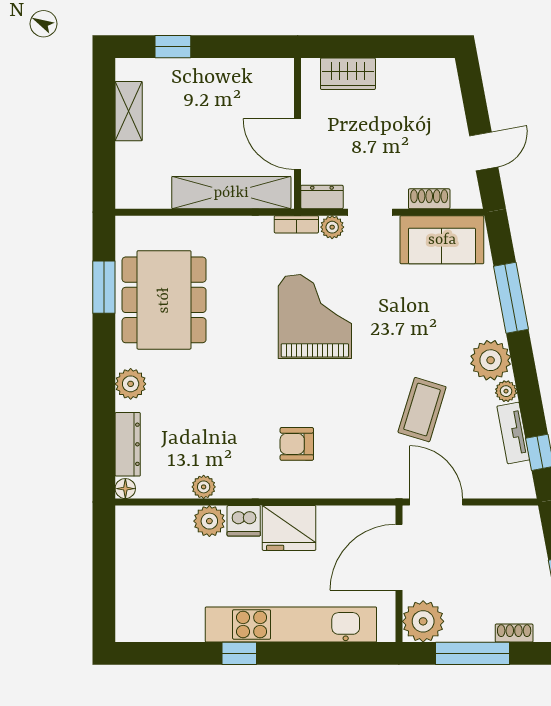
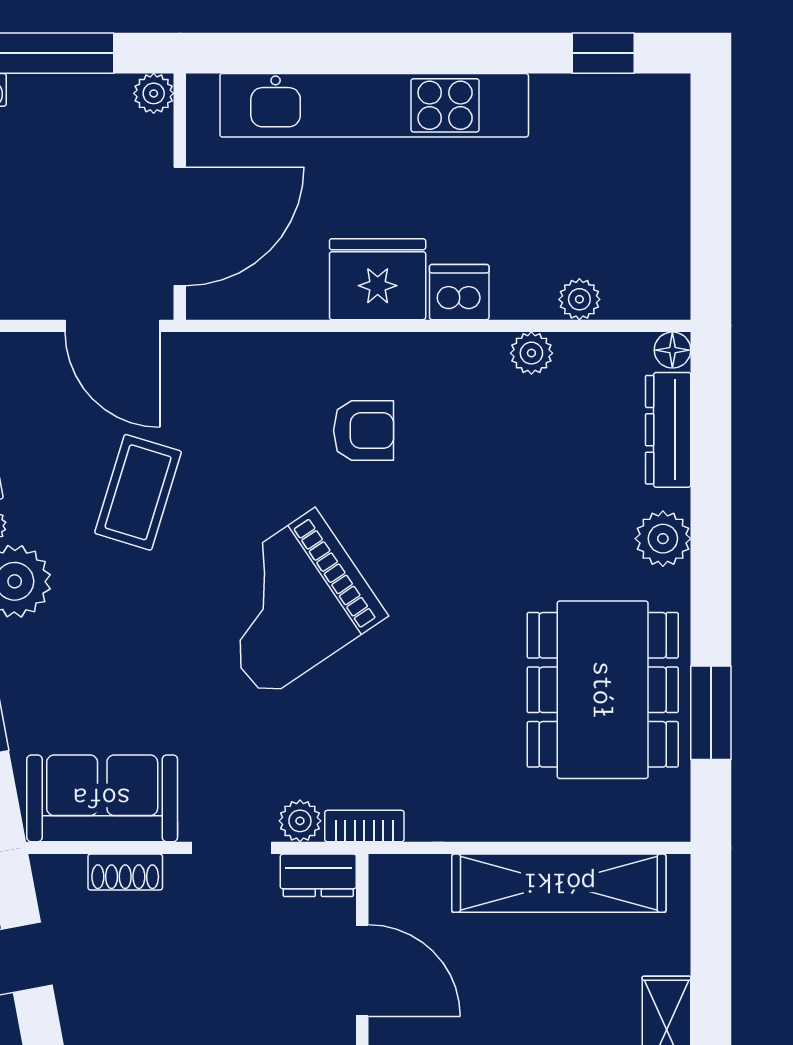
shelving: (231, 193) -> (559, 883), moved
grand piano: (315, 317) -> (289, 604), moved, turned 56
plant: (209, 521) -> (579, 299), moved, width x0.73, depth x0.73
plant: (423, 621) -> (154, 93), width x0.53, depth x0.53
window: (239, 653) -> (603, 53), moved

